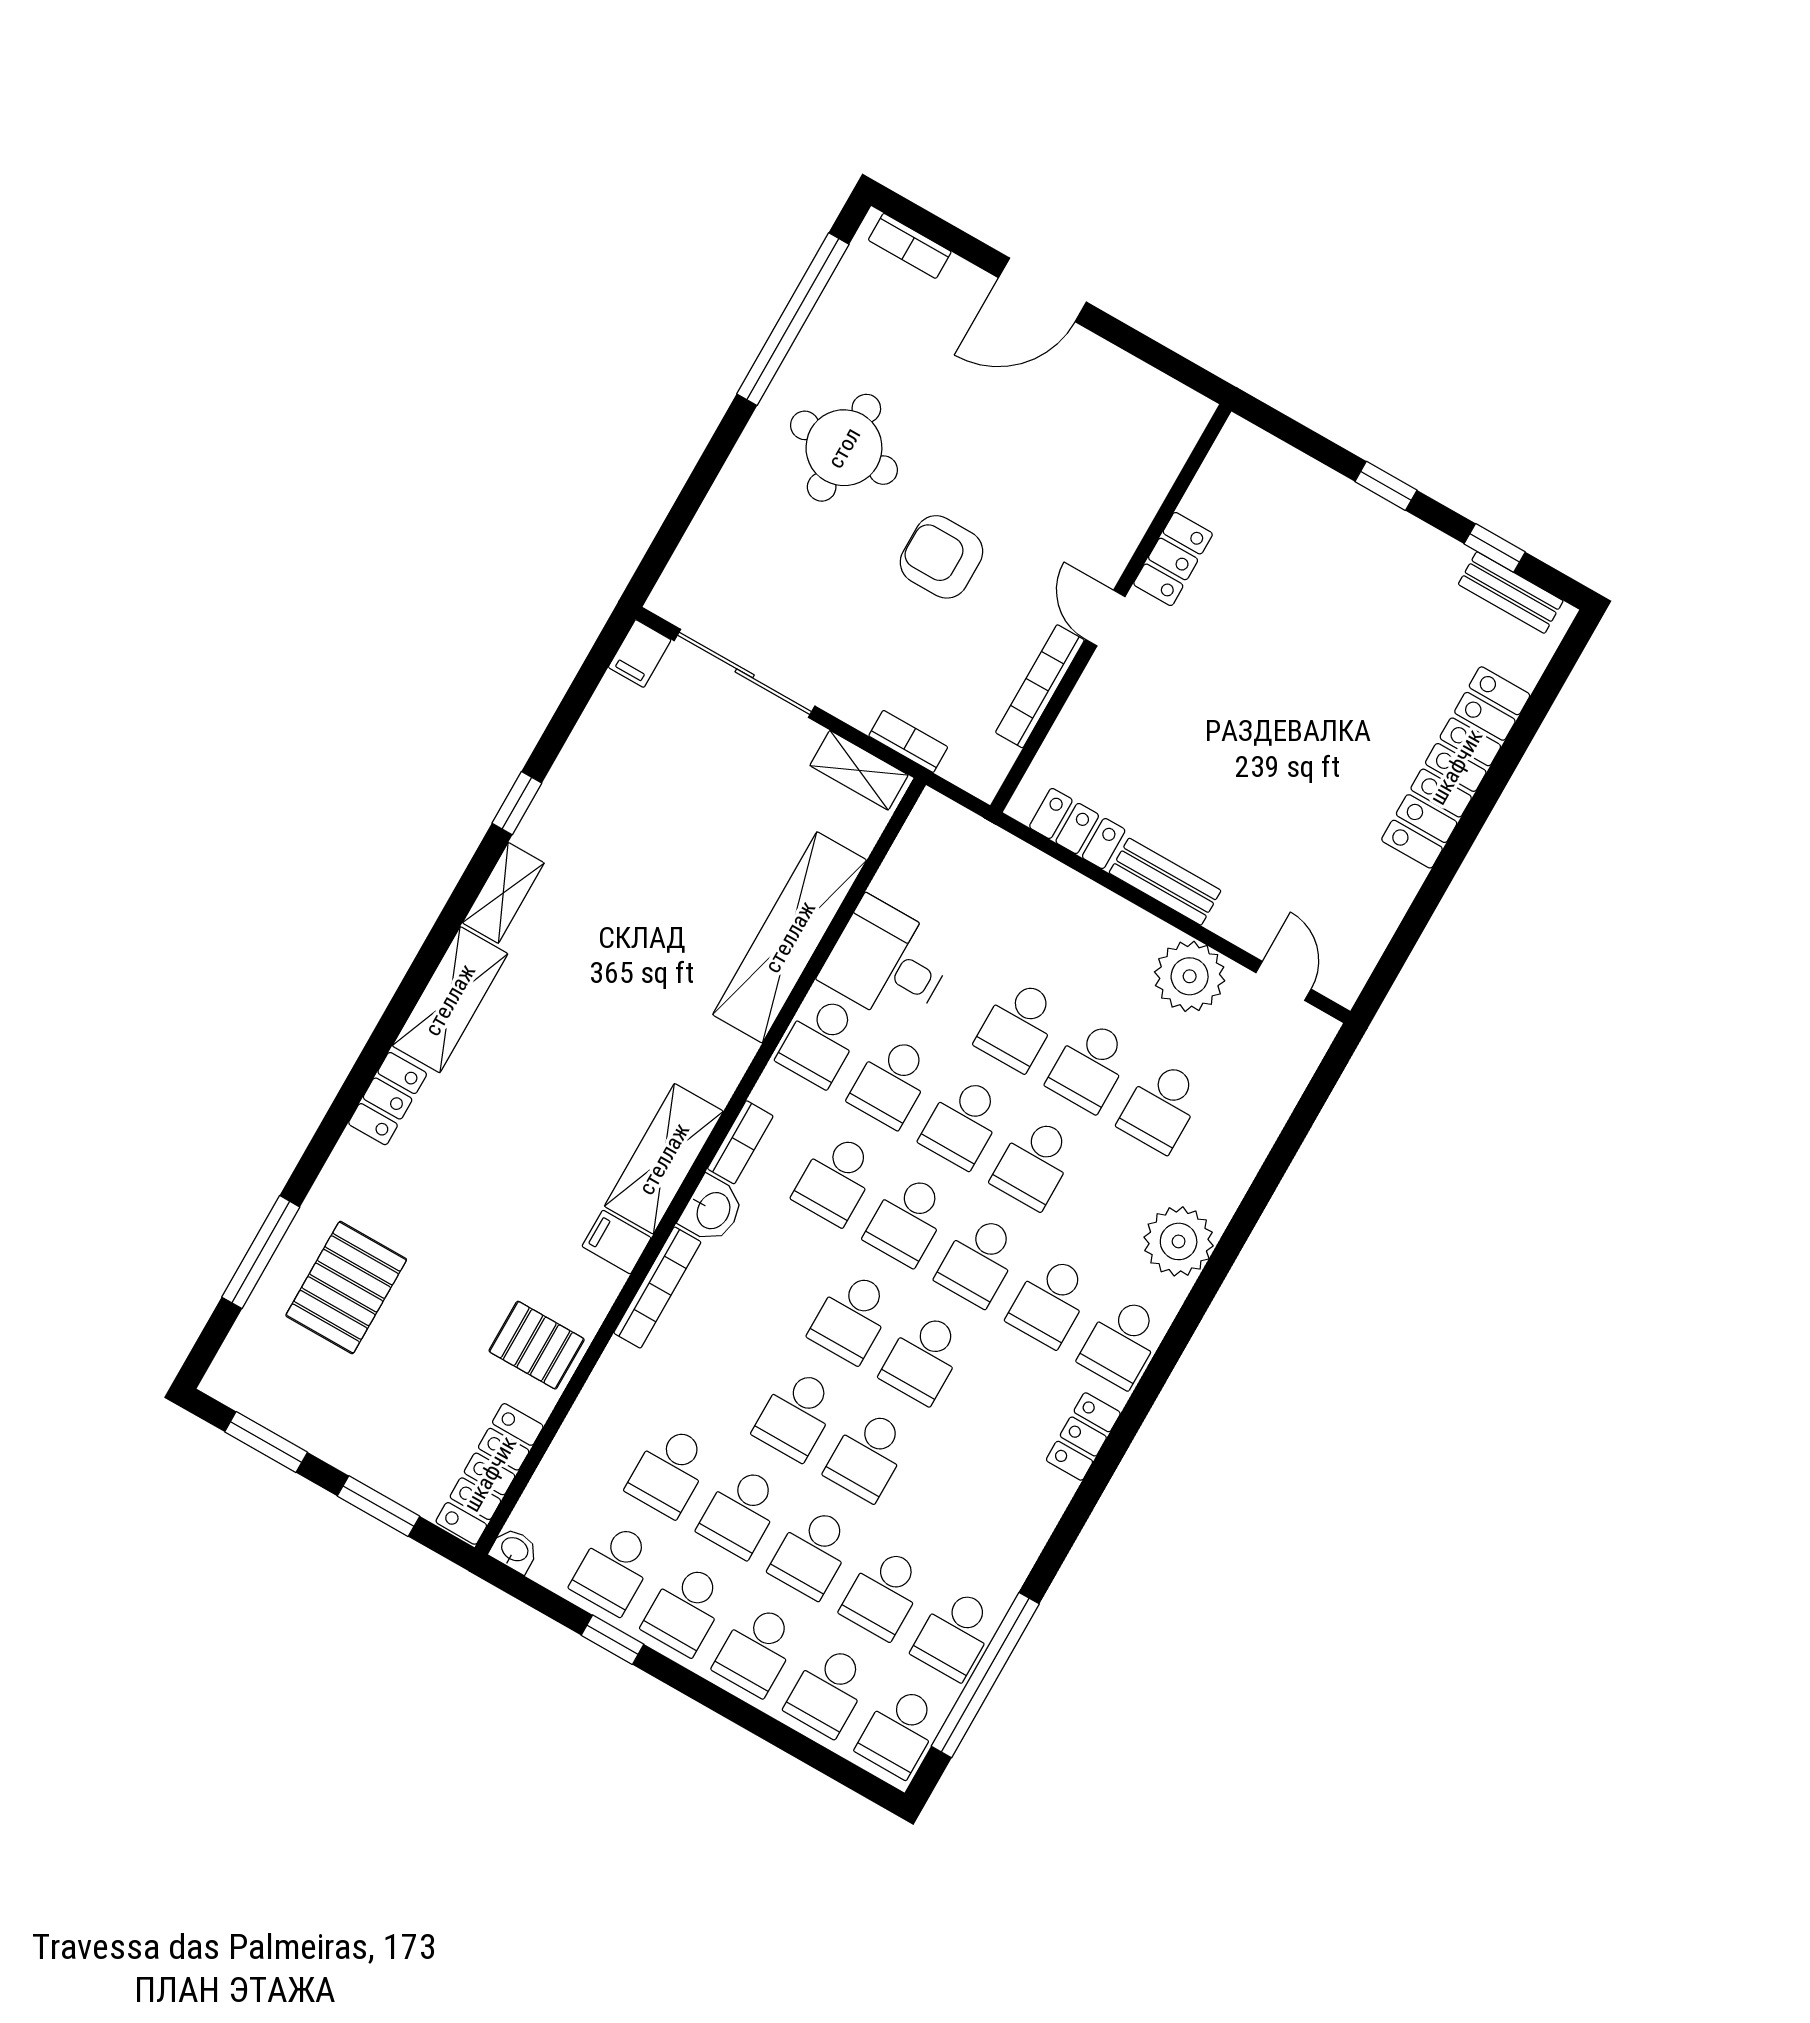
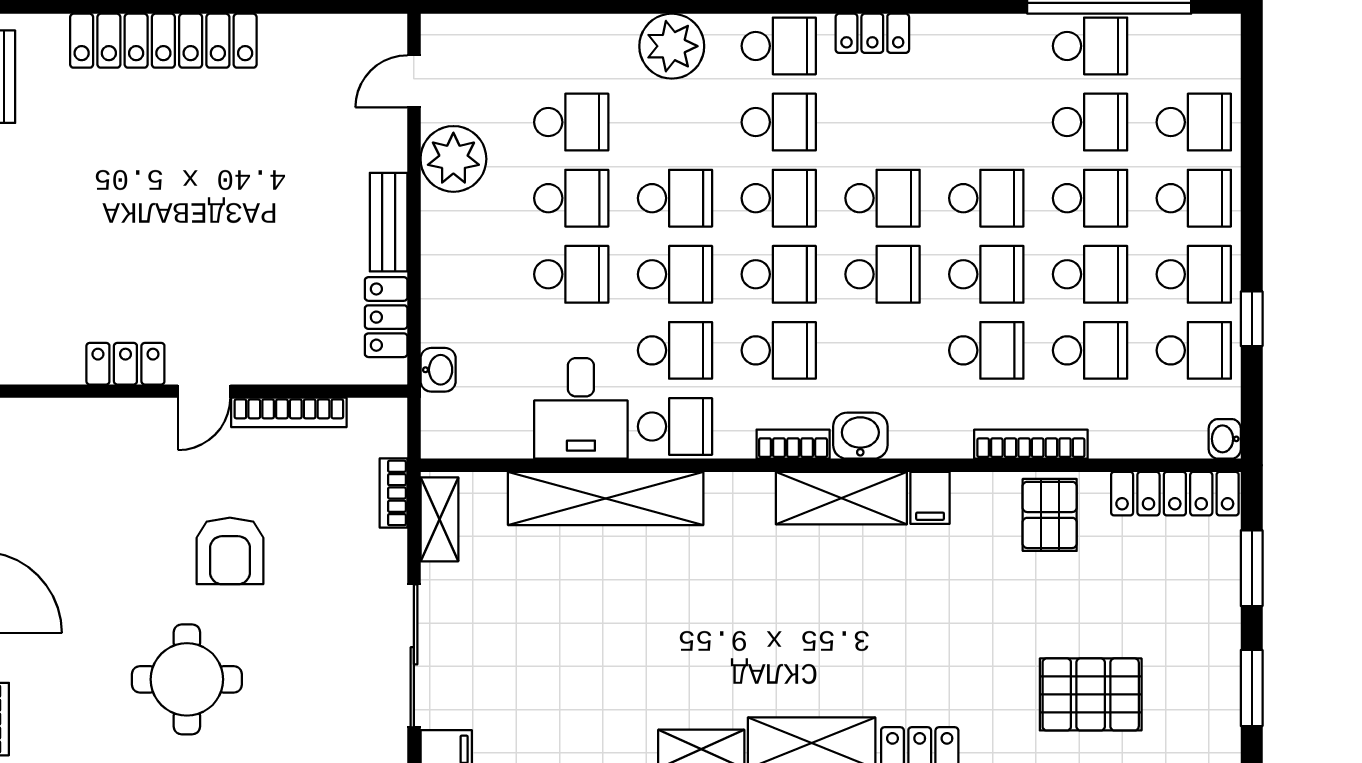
washbasin: (1000, 849) -> (438, 370), added
bookcase: (657, 1287) -> (1031, 444), moved
school desk: (899, 1731) -> (986, 350), moved

